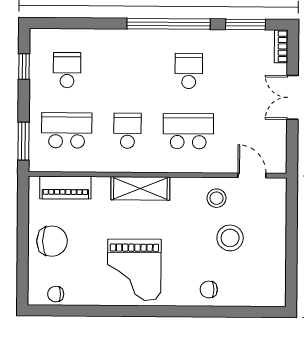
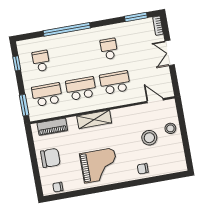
window: (169, 24) -> (67, 29), moved
school desk: (127, 131) -> (81, 89), width x1.85
stool: (217, 198) -> (170, 128), moved
grand piano: (134, 270) -> (99, 165), turned -90

